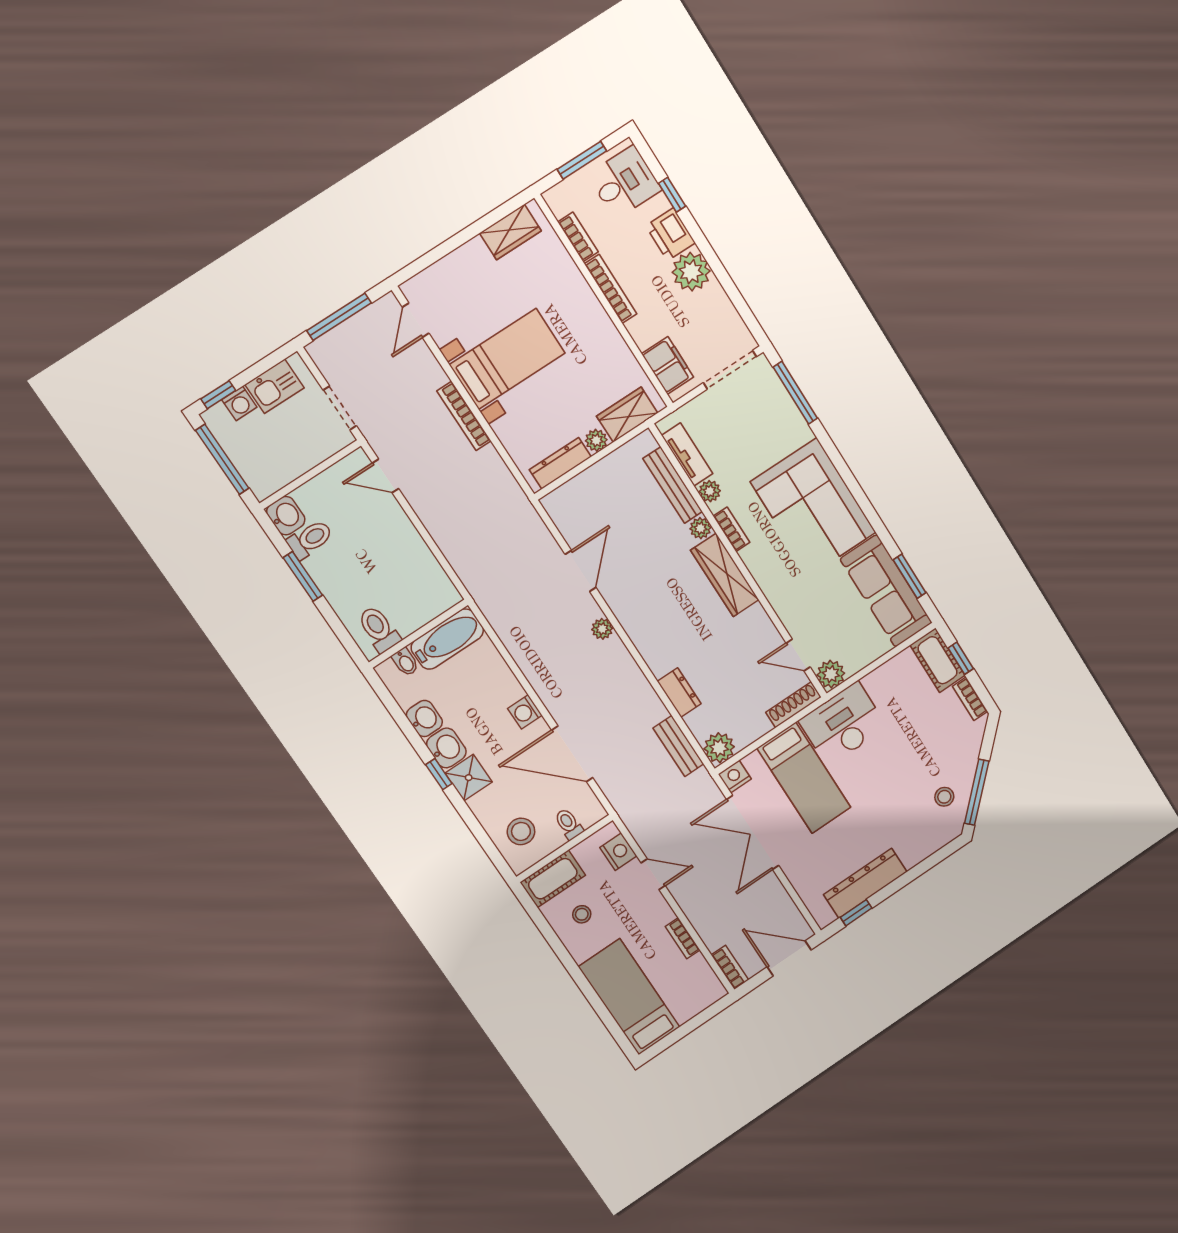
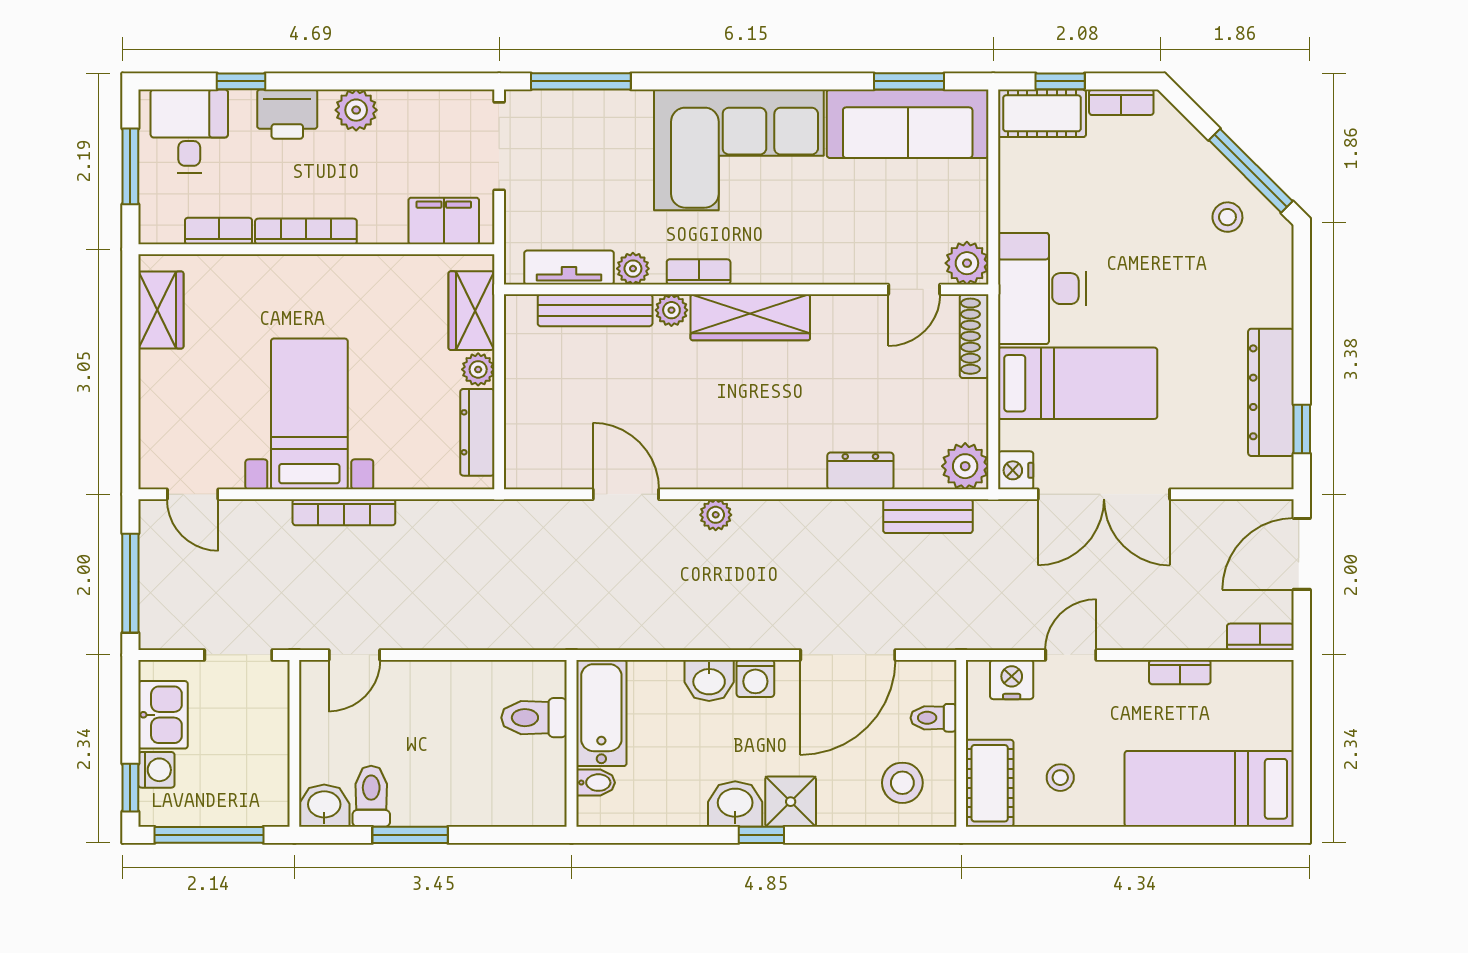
plant: (691, 272) -> (356, 110), width x0.73, depth x0.73
toilet: (379, 629) -> (534, 718), moved
washbasin: (424, 718) -> (709, 680), moved, turned 180

